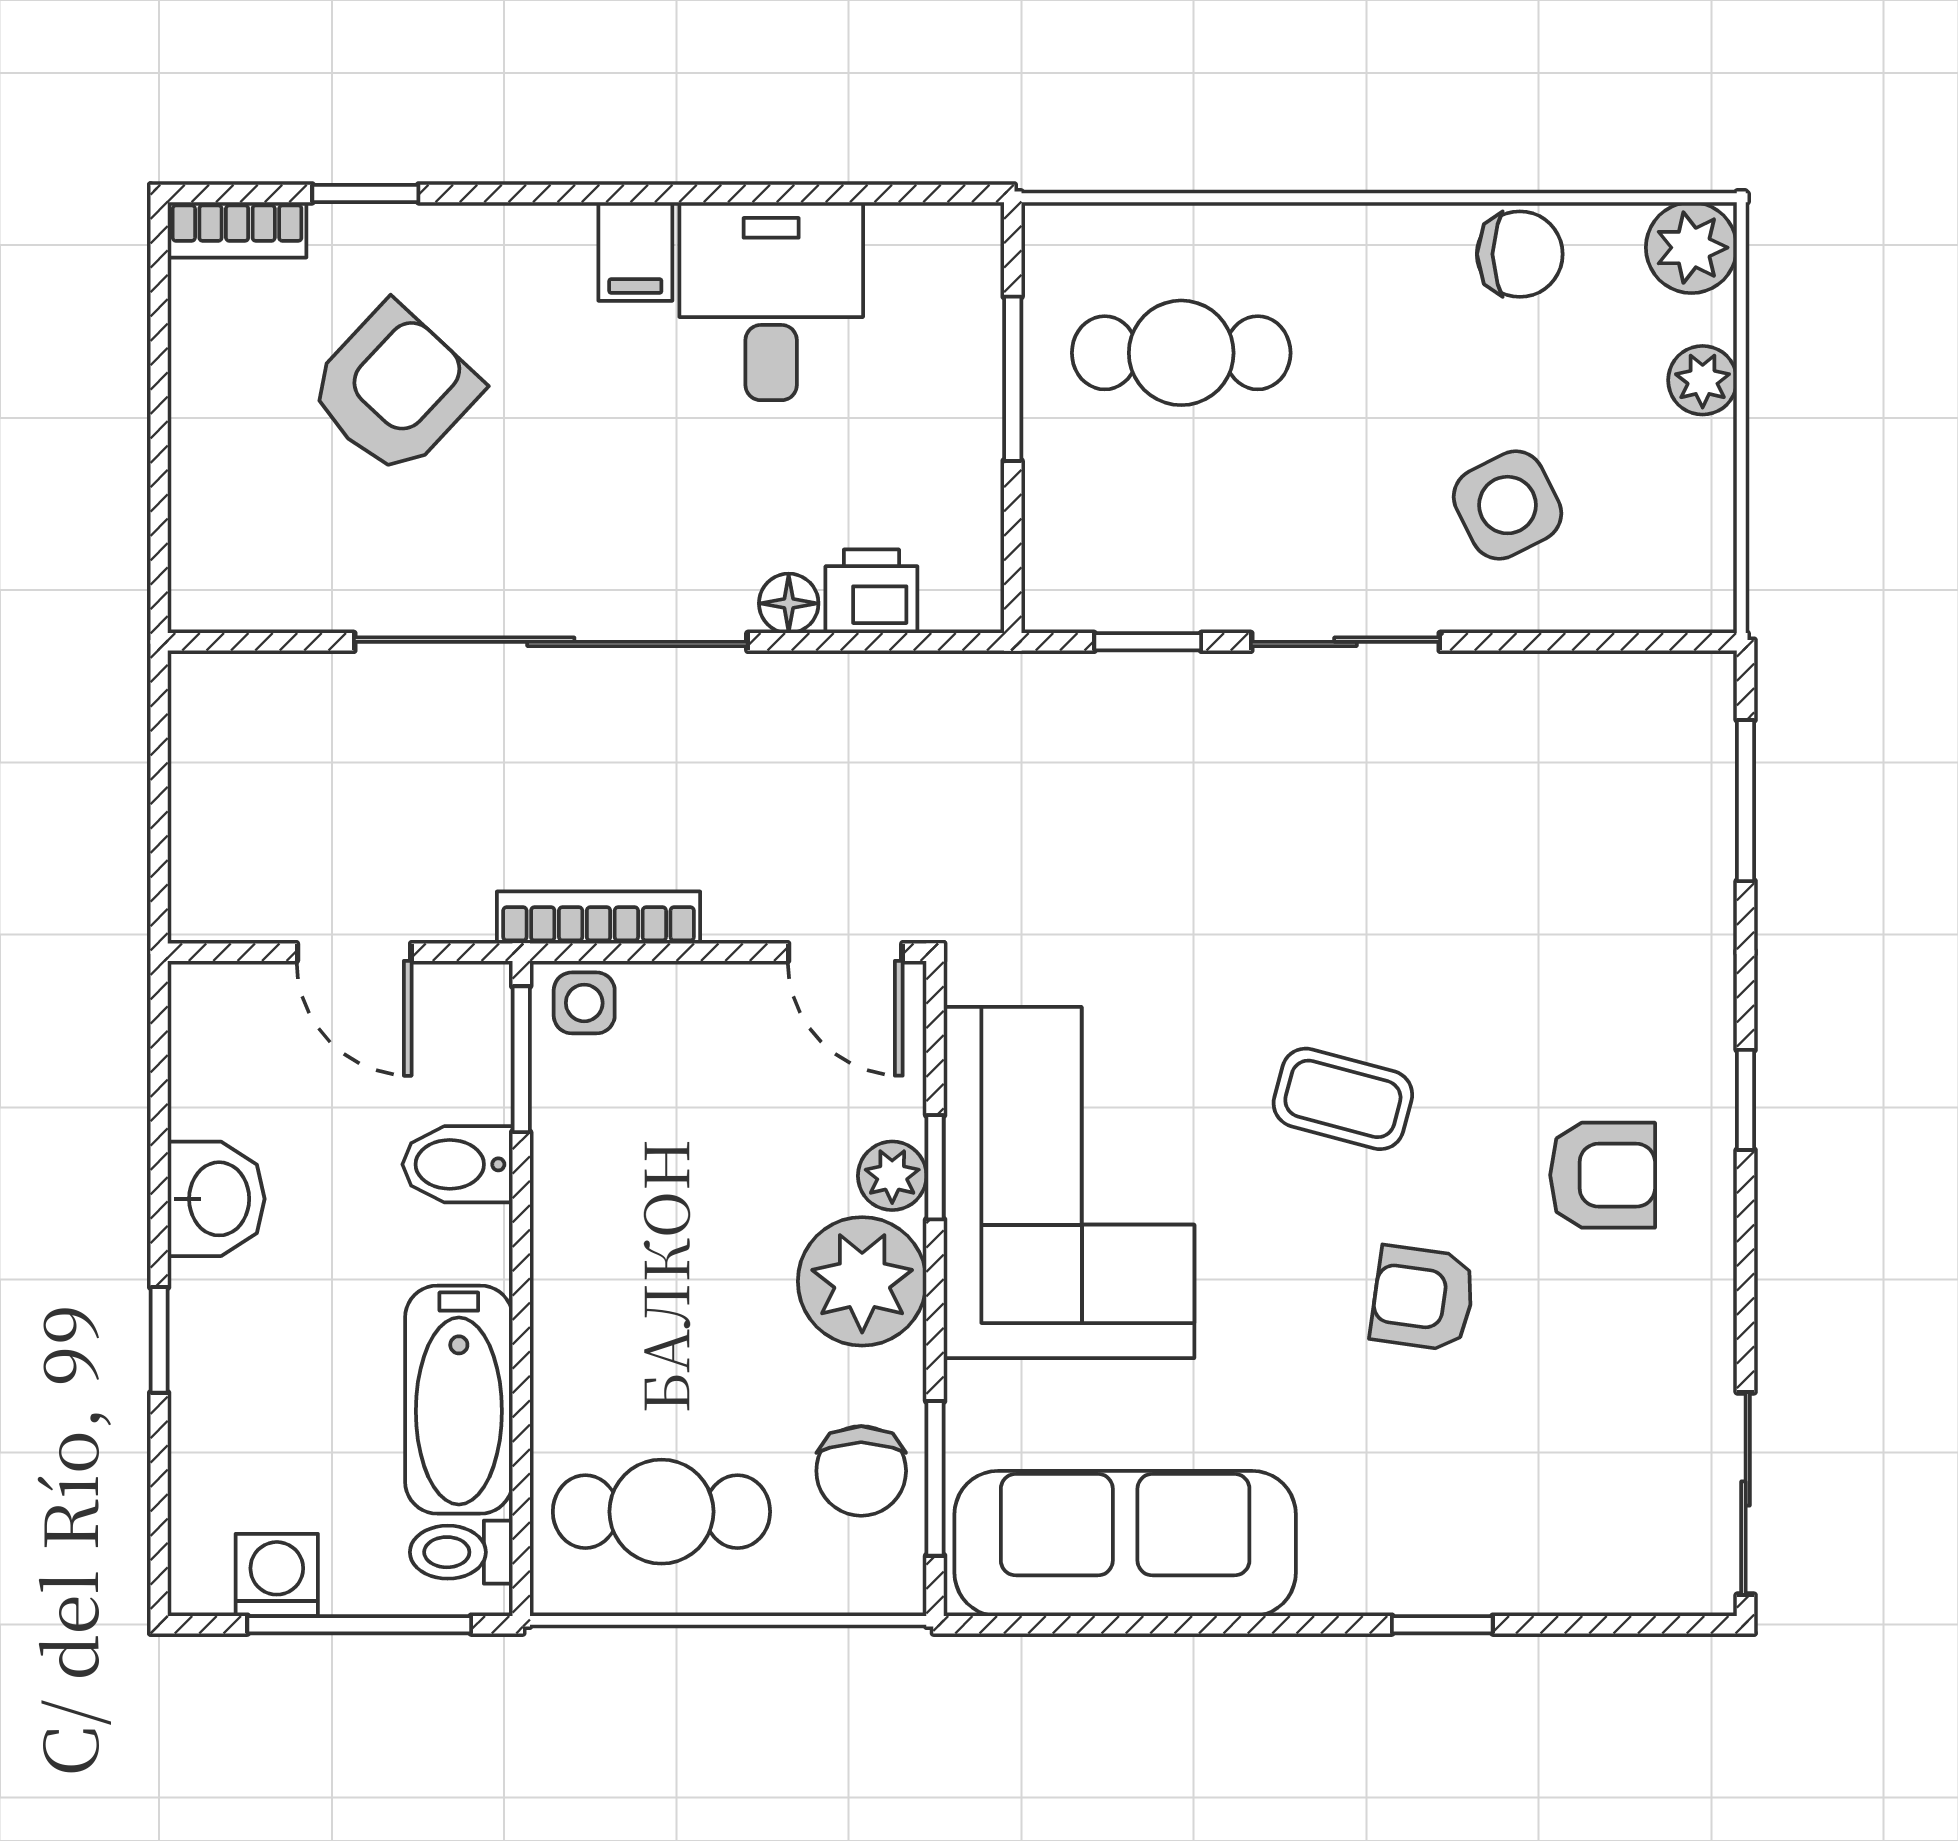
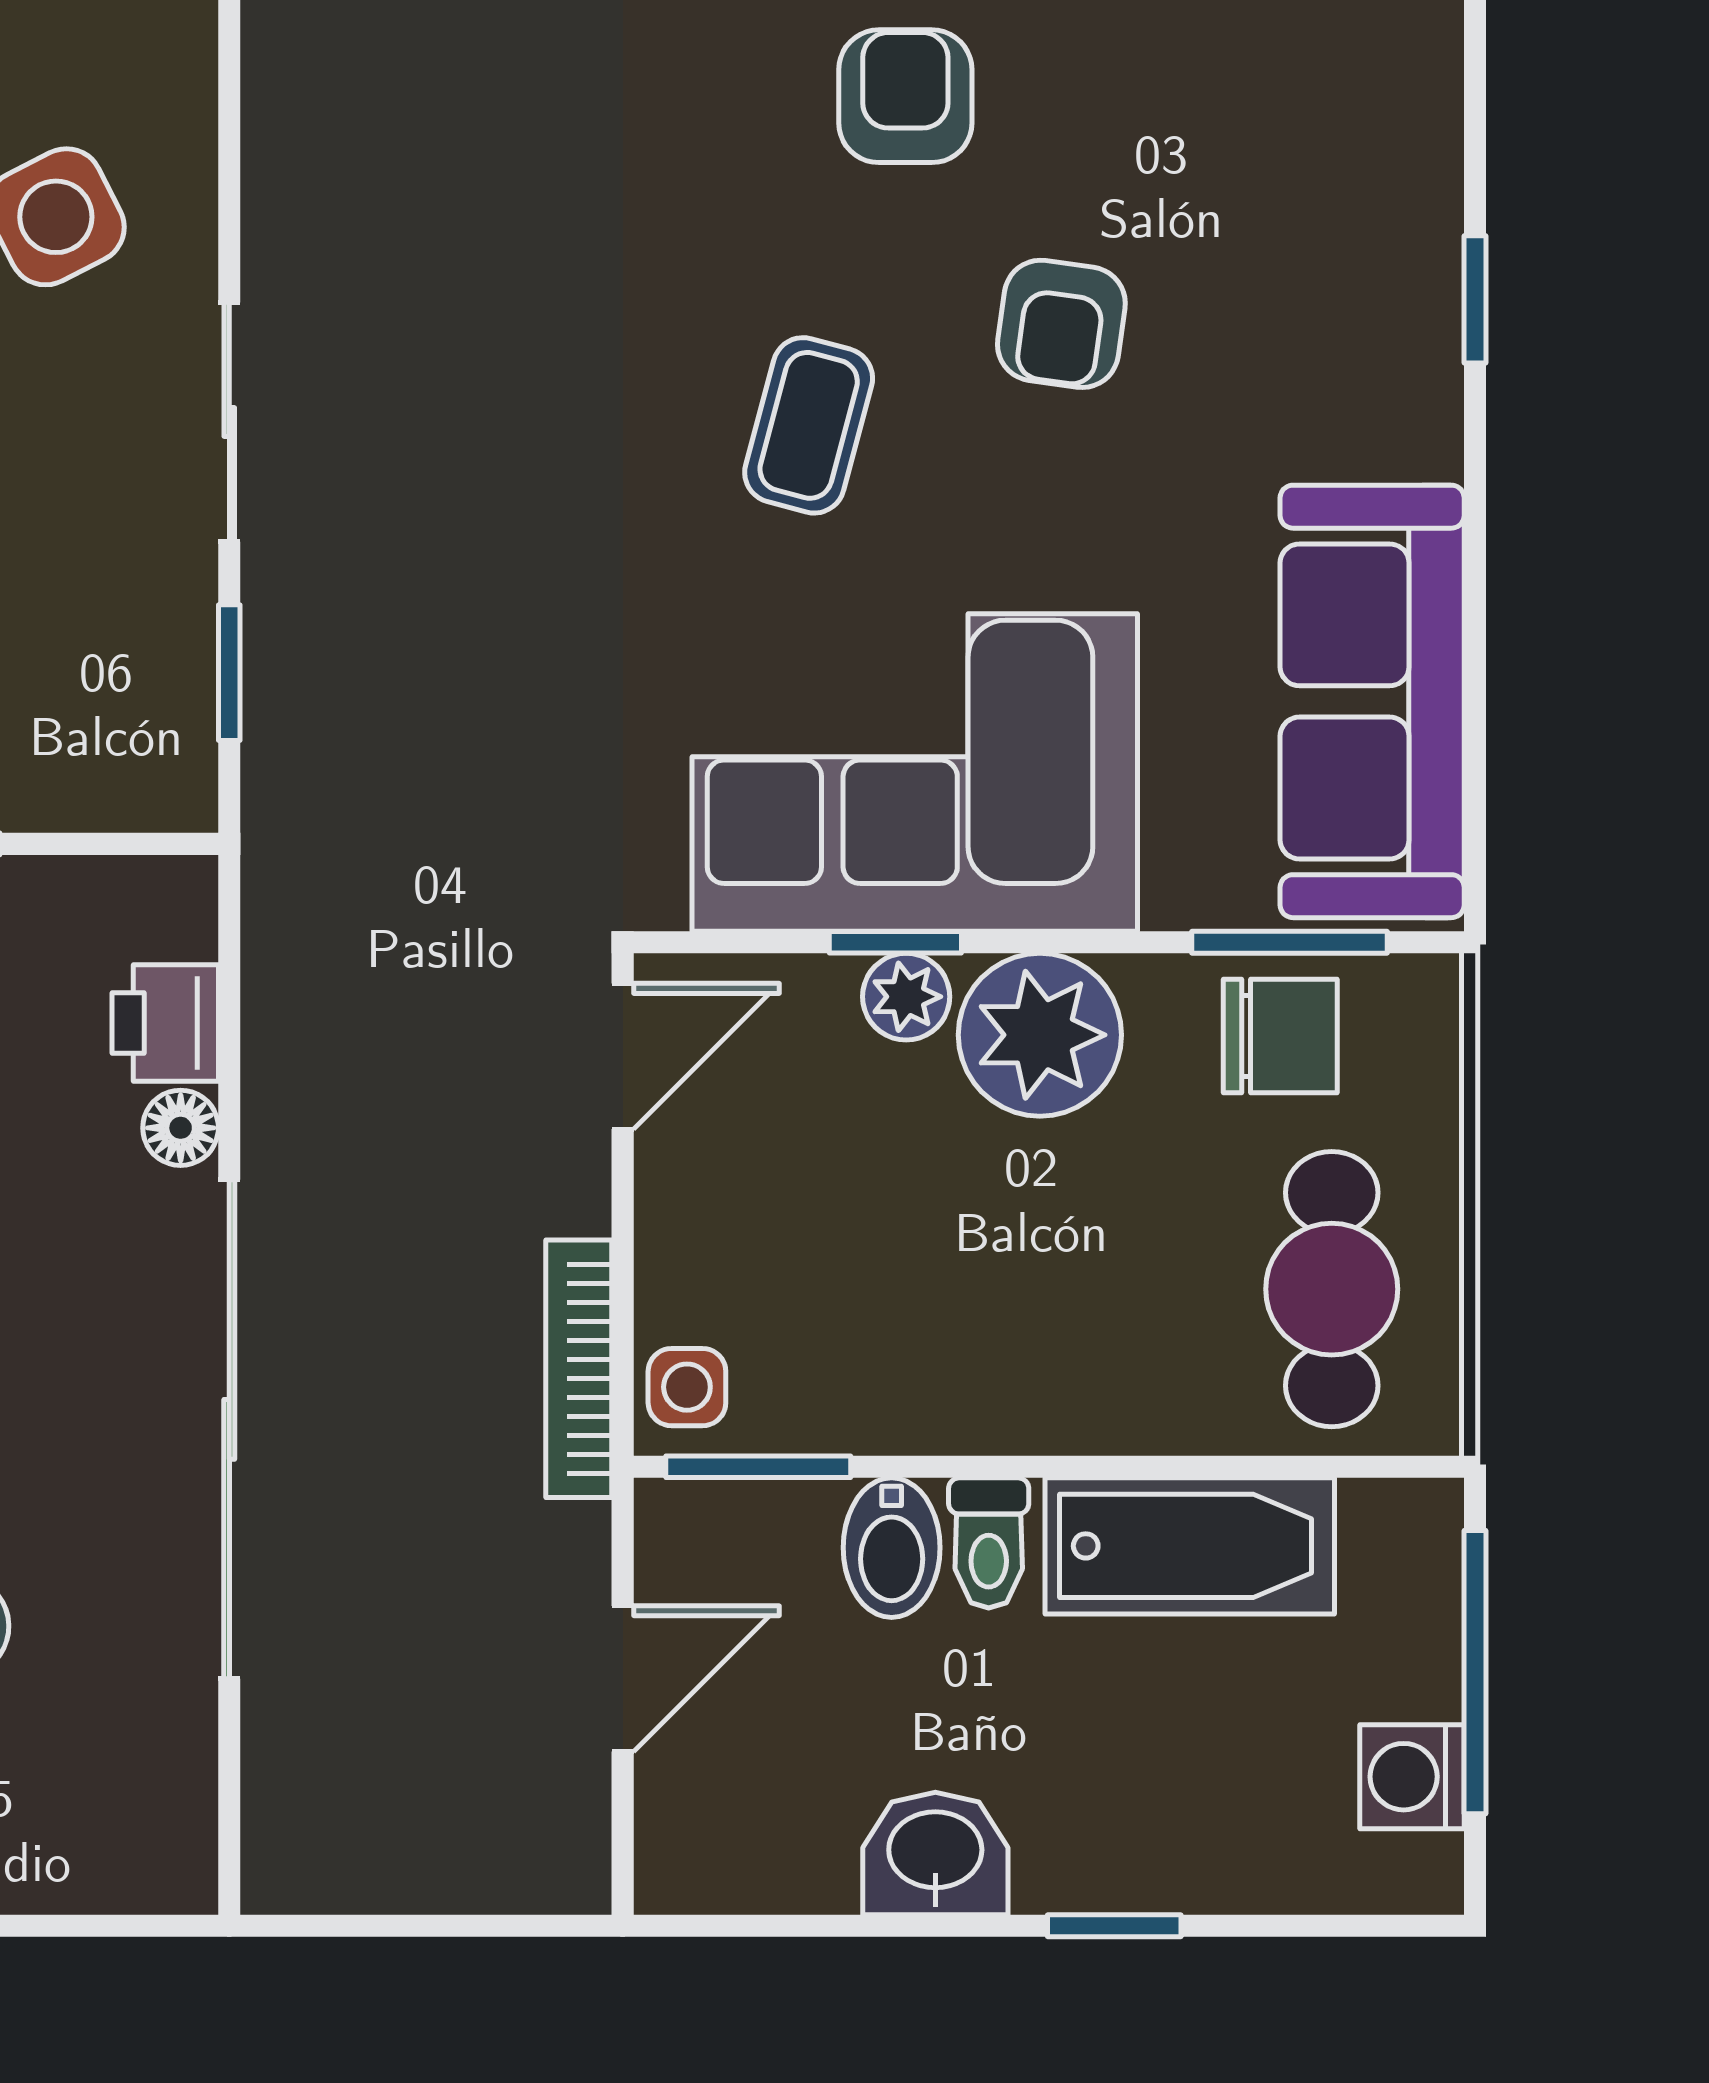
toilet: (461, 1552) -> (989, 1543), moved

